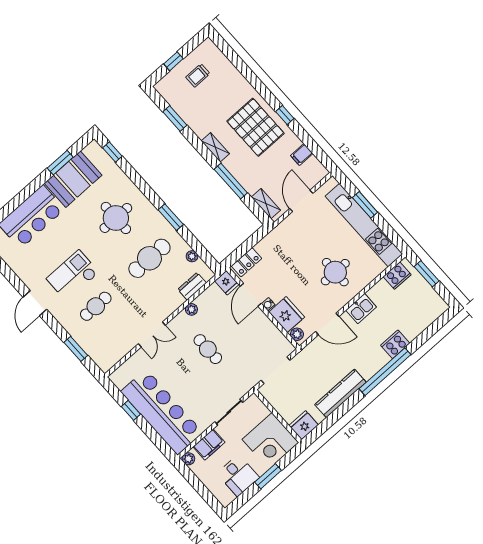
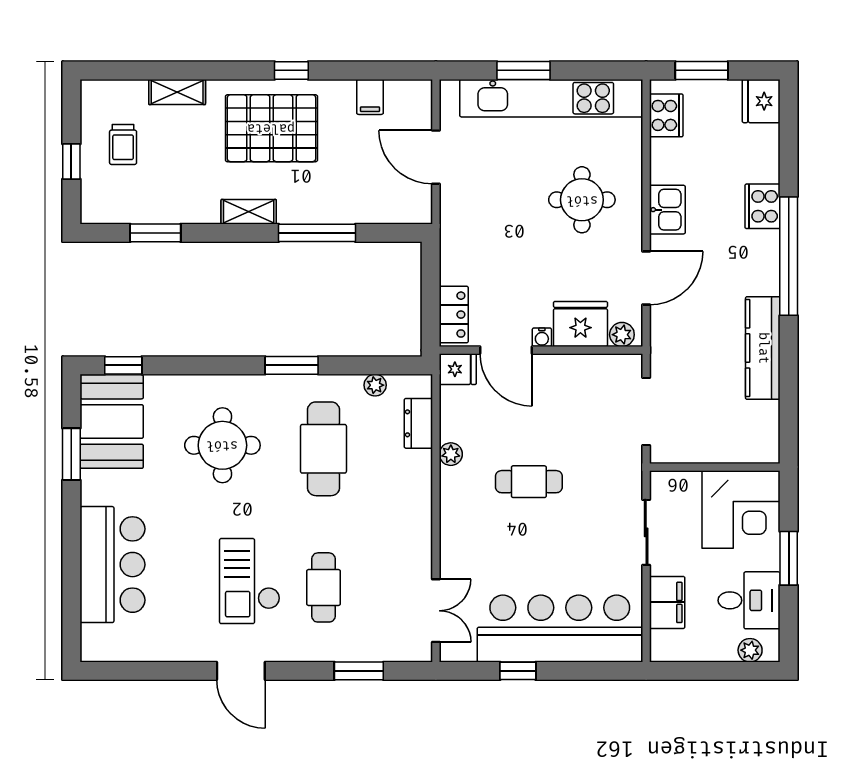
booth: (73, 179) -> (112, 422), moved
shelving: (266, 204) -> (177, 92), moved
double door: (152, 335) -> (436, 611), moved
fridge: (304, 425) -> (761, 101), moved
plant: (188, 459) -> (750, 650), moved

